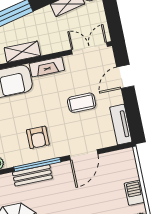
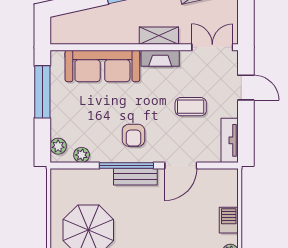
shelving: (22, 52) -> (159, 36), moved
door: (125, 77) -> (246, 88), swing flipped
bench: (32, 175) -> (135, 177), moved

